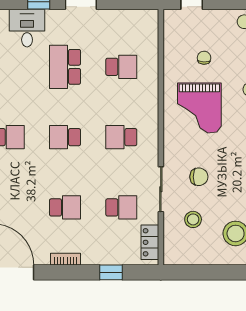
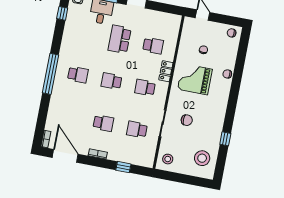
grand piano: (199, 108) -> (195, 79), turned 90
school desk: (121, 207) -> (137, 130), turned 180
stool: (193, 219) -> (168, 159), moved
locker: (150, 242) -> (166, 71), moved

